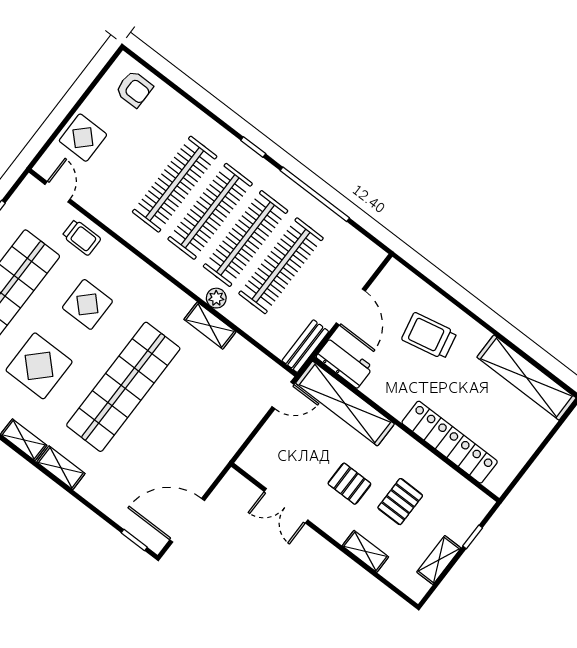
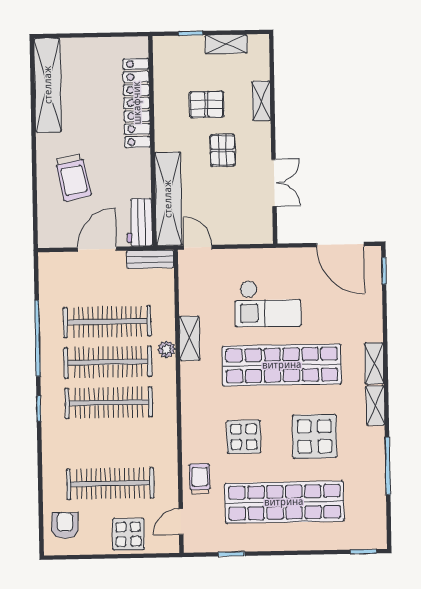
clothes rail: (175, 184) -> (110, 484), moved
checkout: (186, 417) -> (268, 304), added

